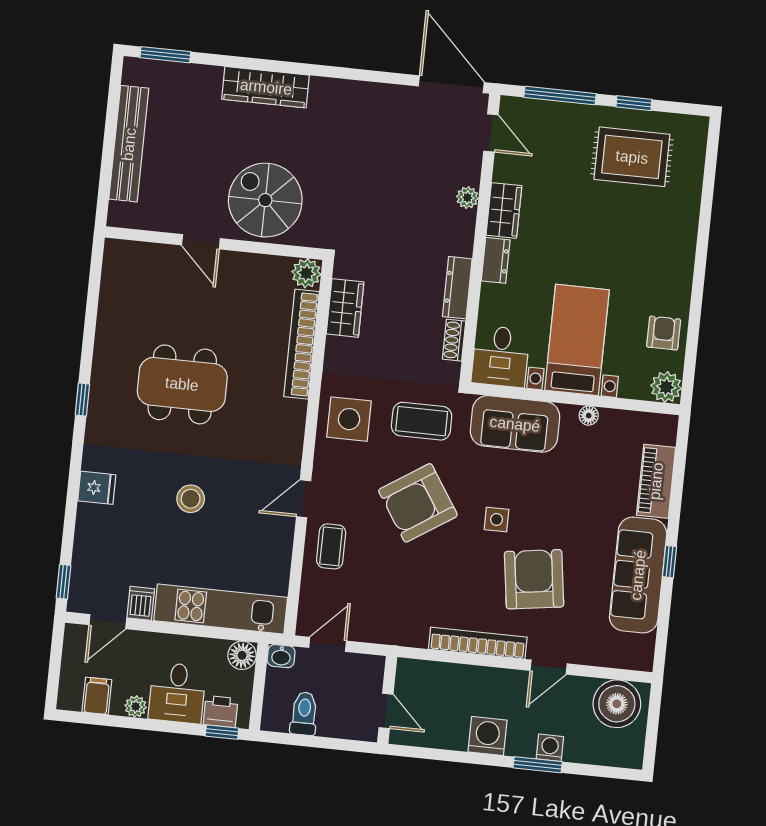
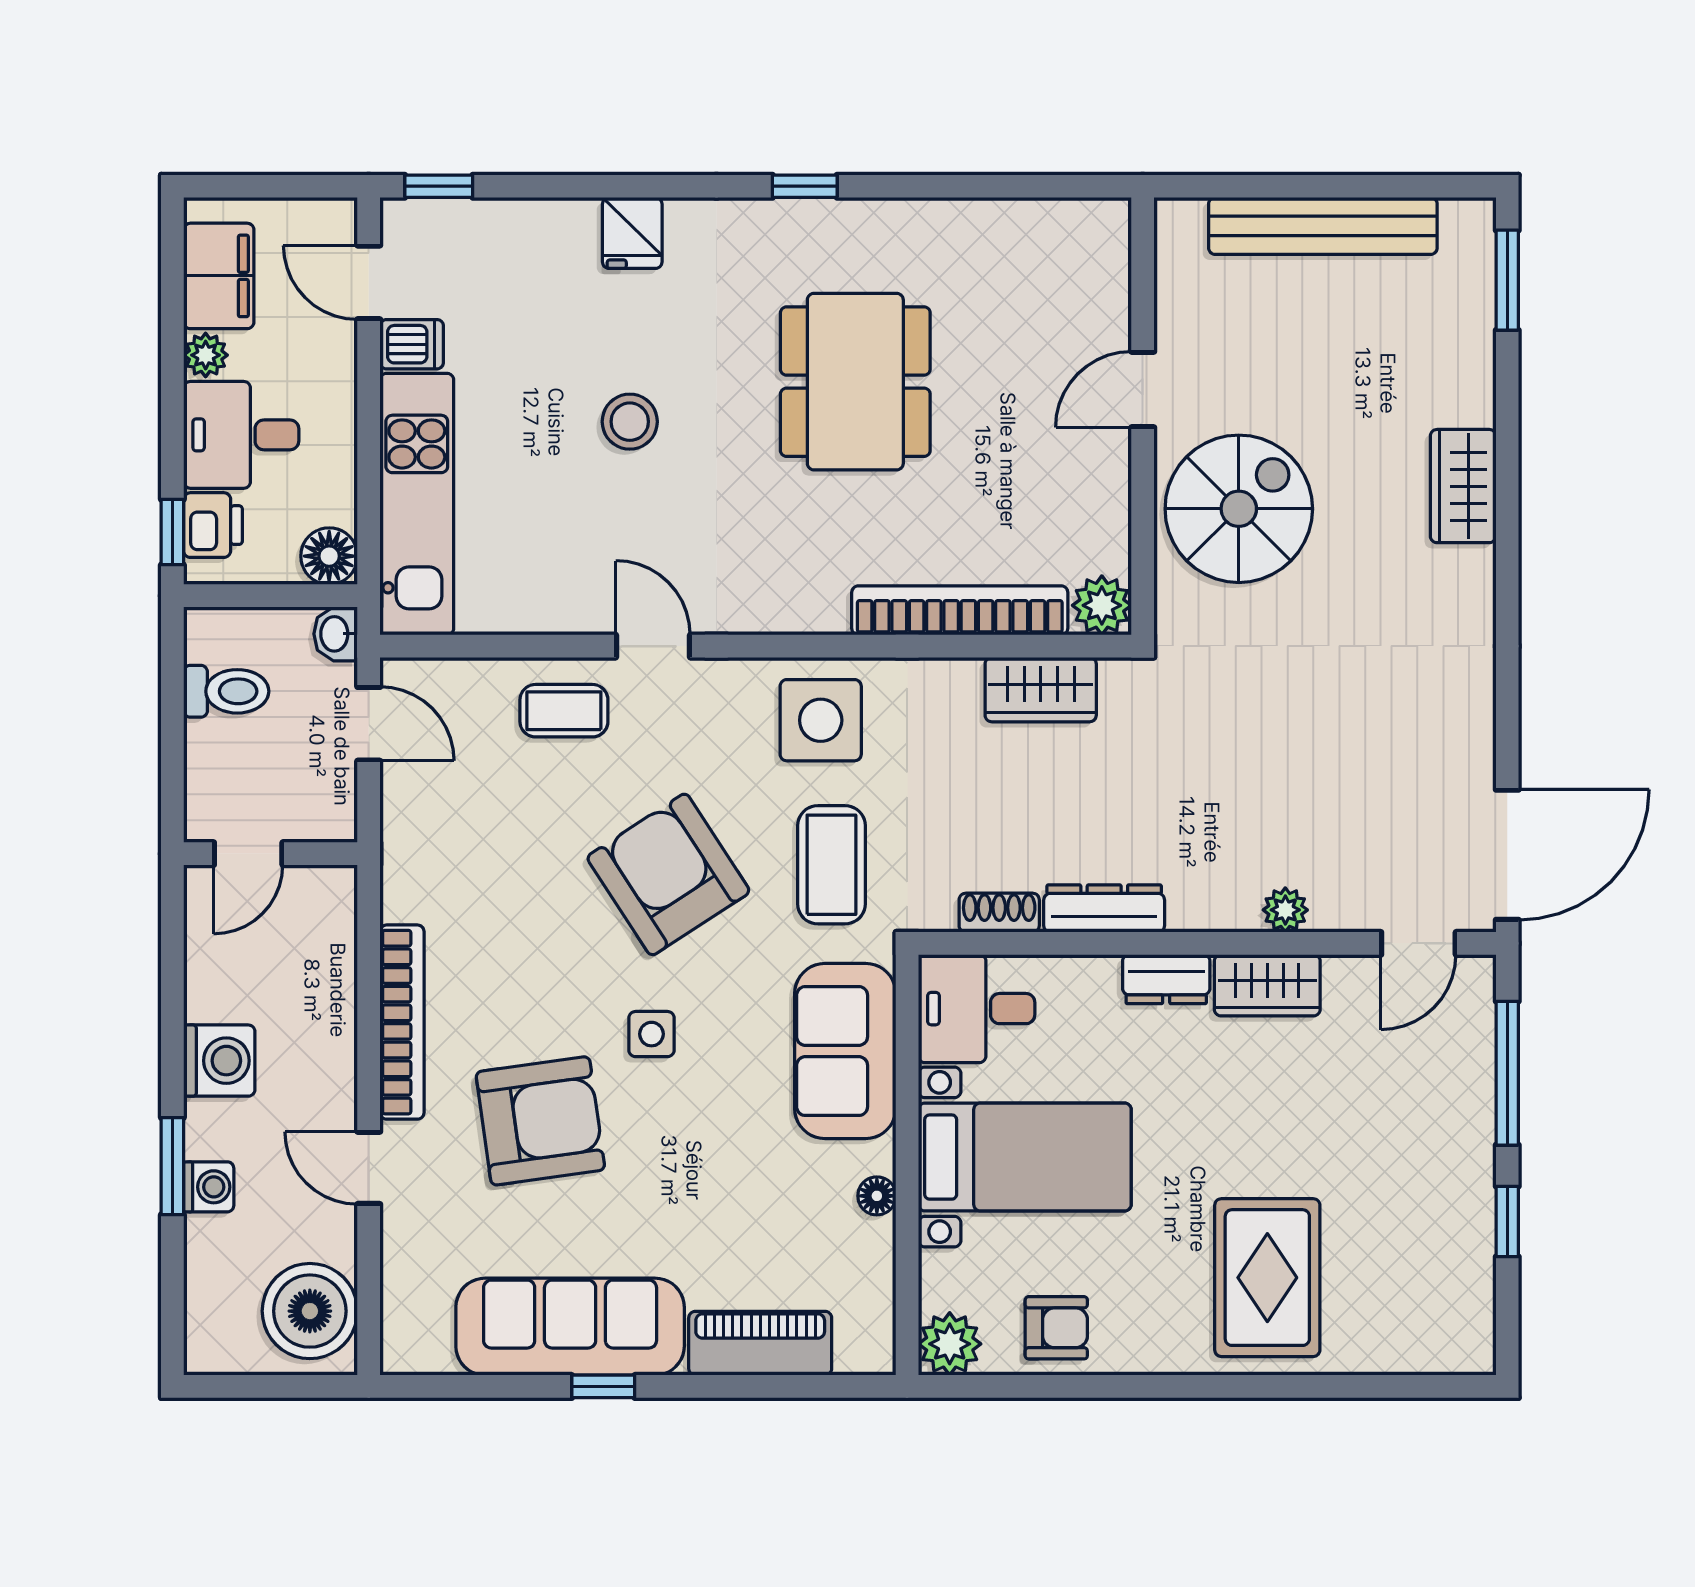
wardrobe: (266, 87) -> (1463, 486), width x0.67
rug: (632, 157) -> (1267, 1278), moved
filing cabinet: (97, 696) -> (219, 276), width x2.00

